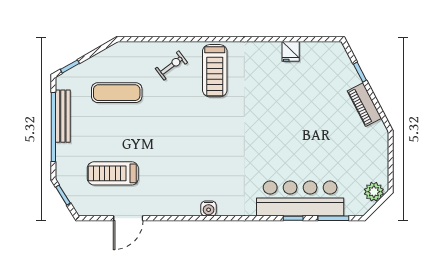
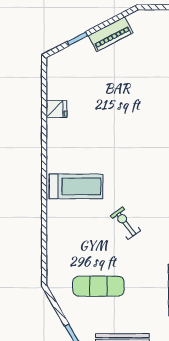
exercise bike: (171, 66) -> (125, 223), moved
exercise mat: (117, 93) -> (98, 286), turned 90

